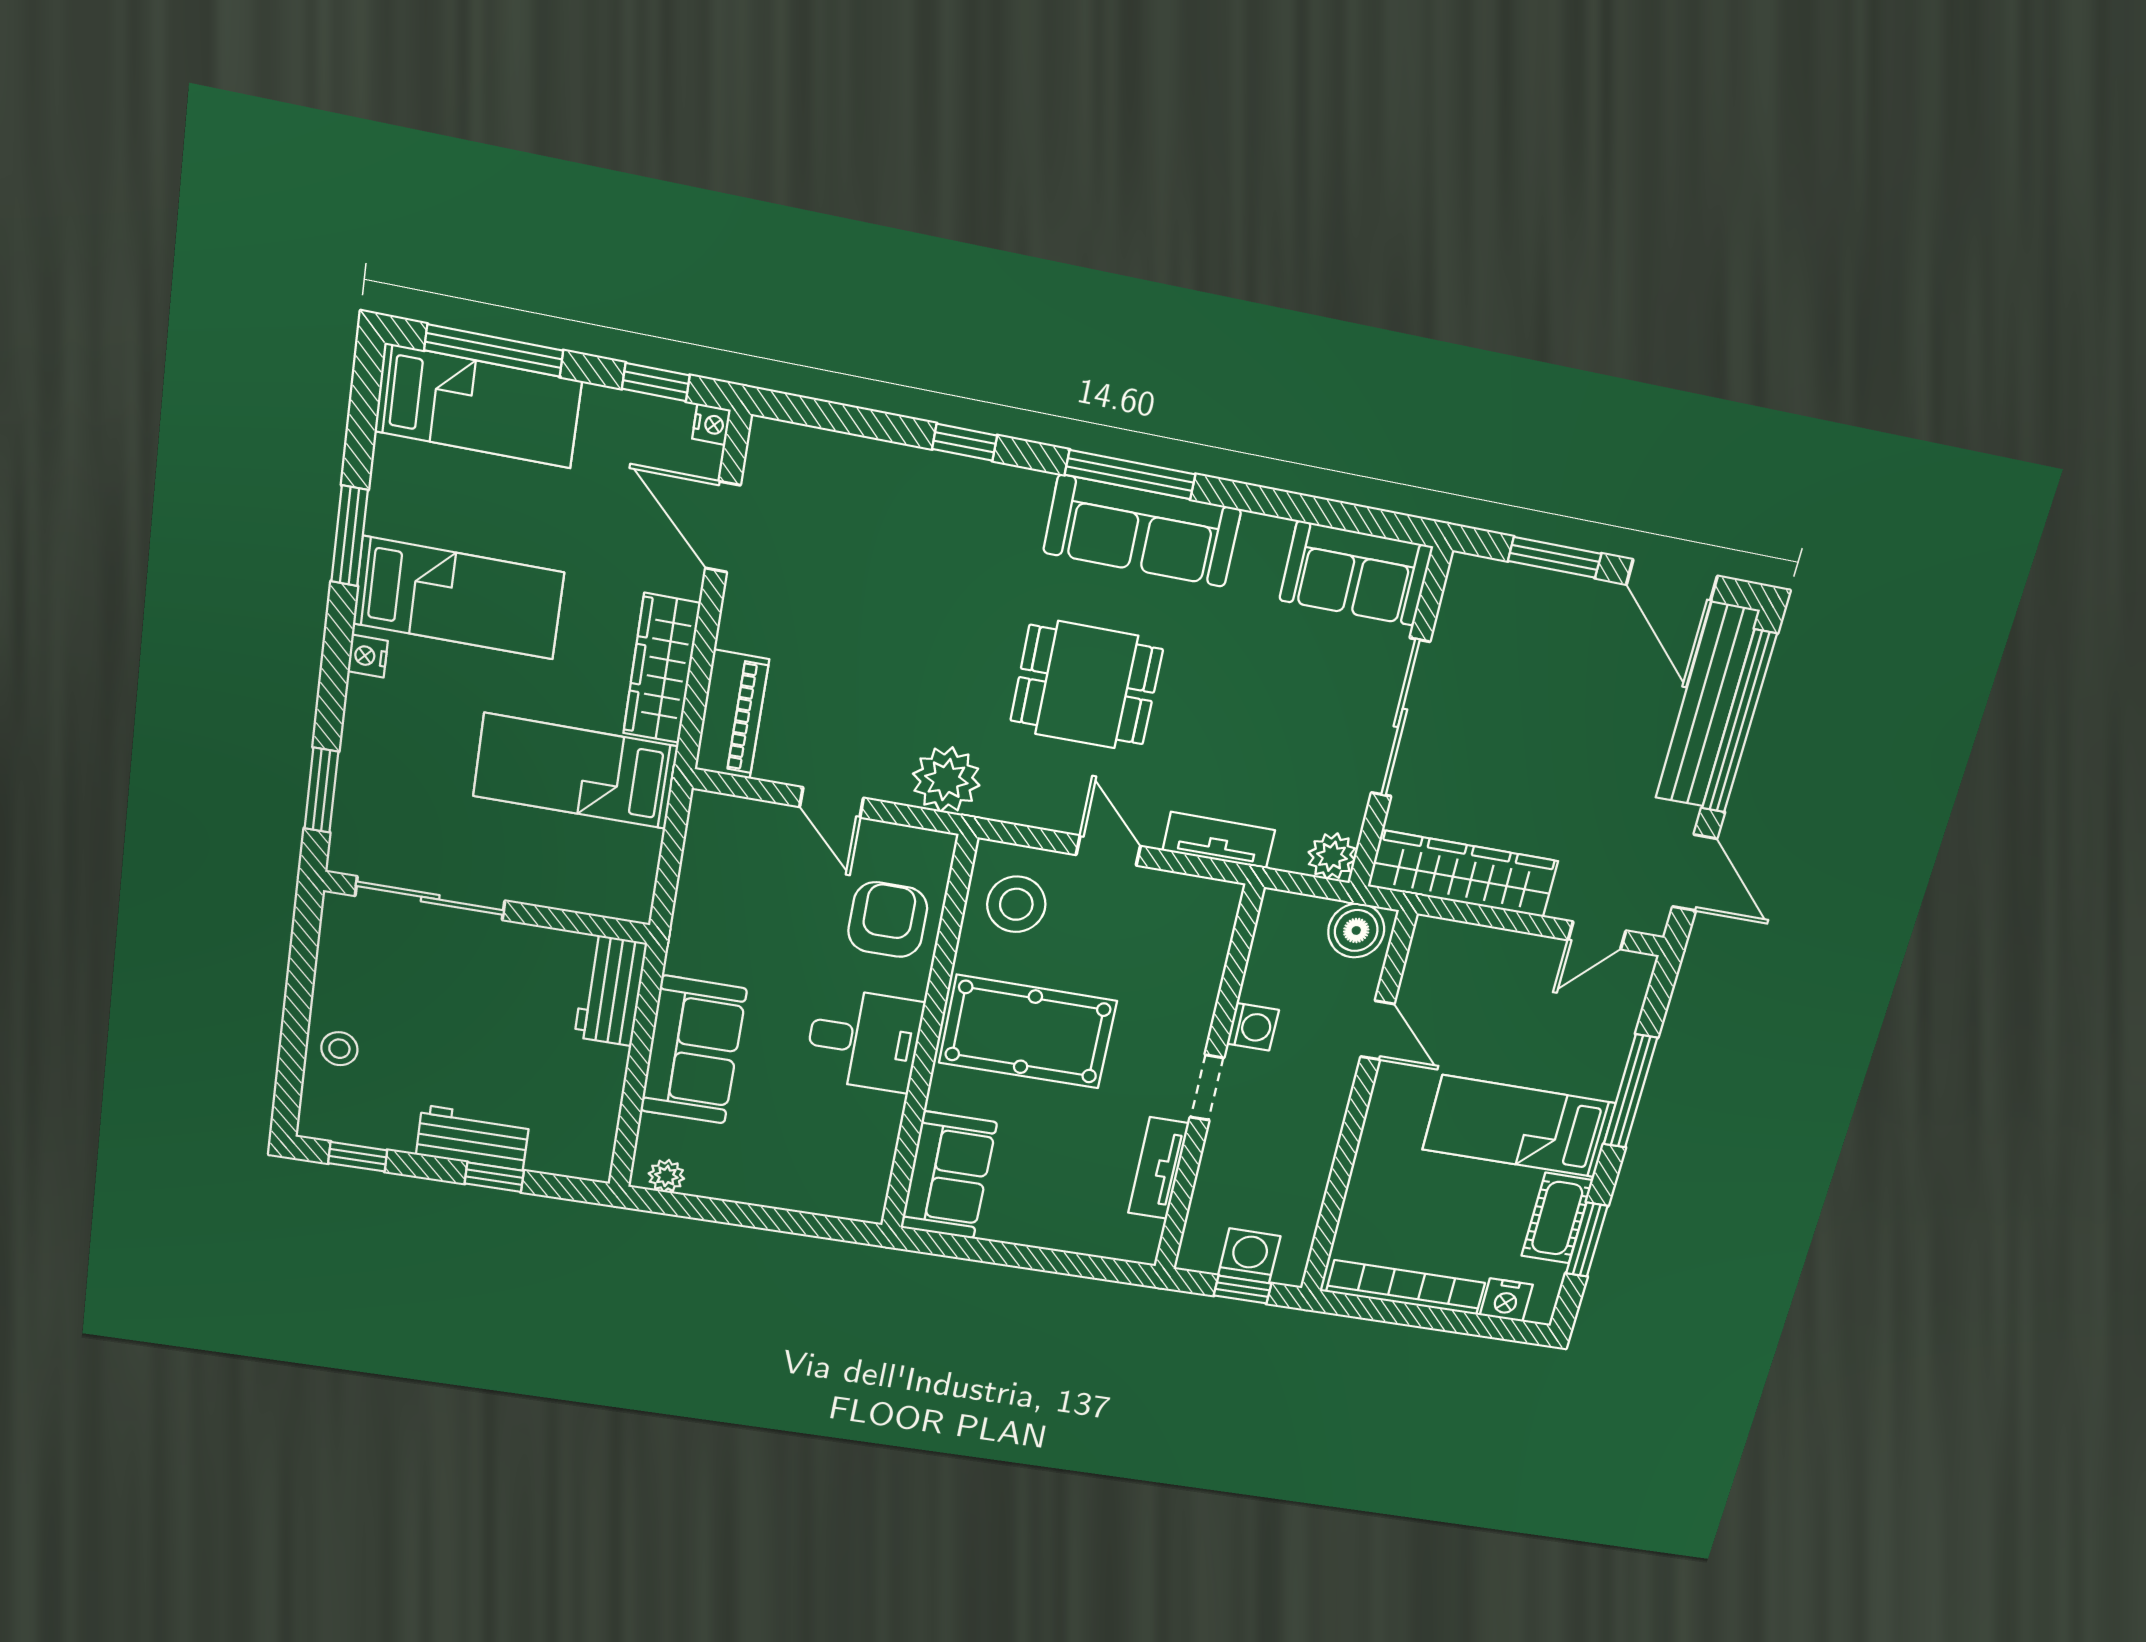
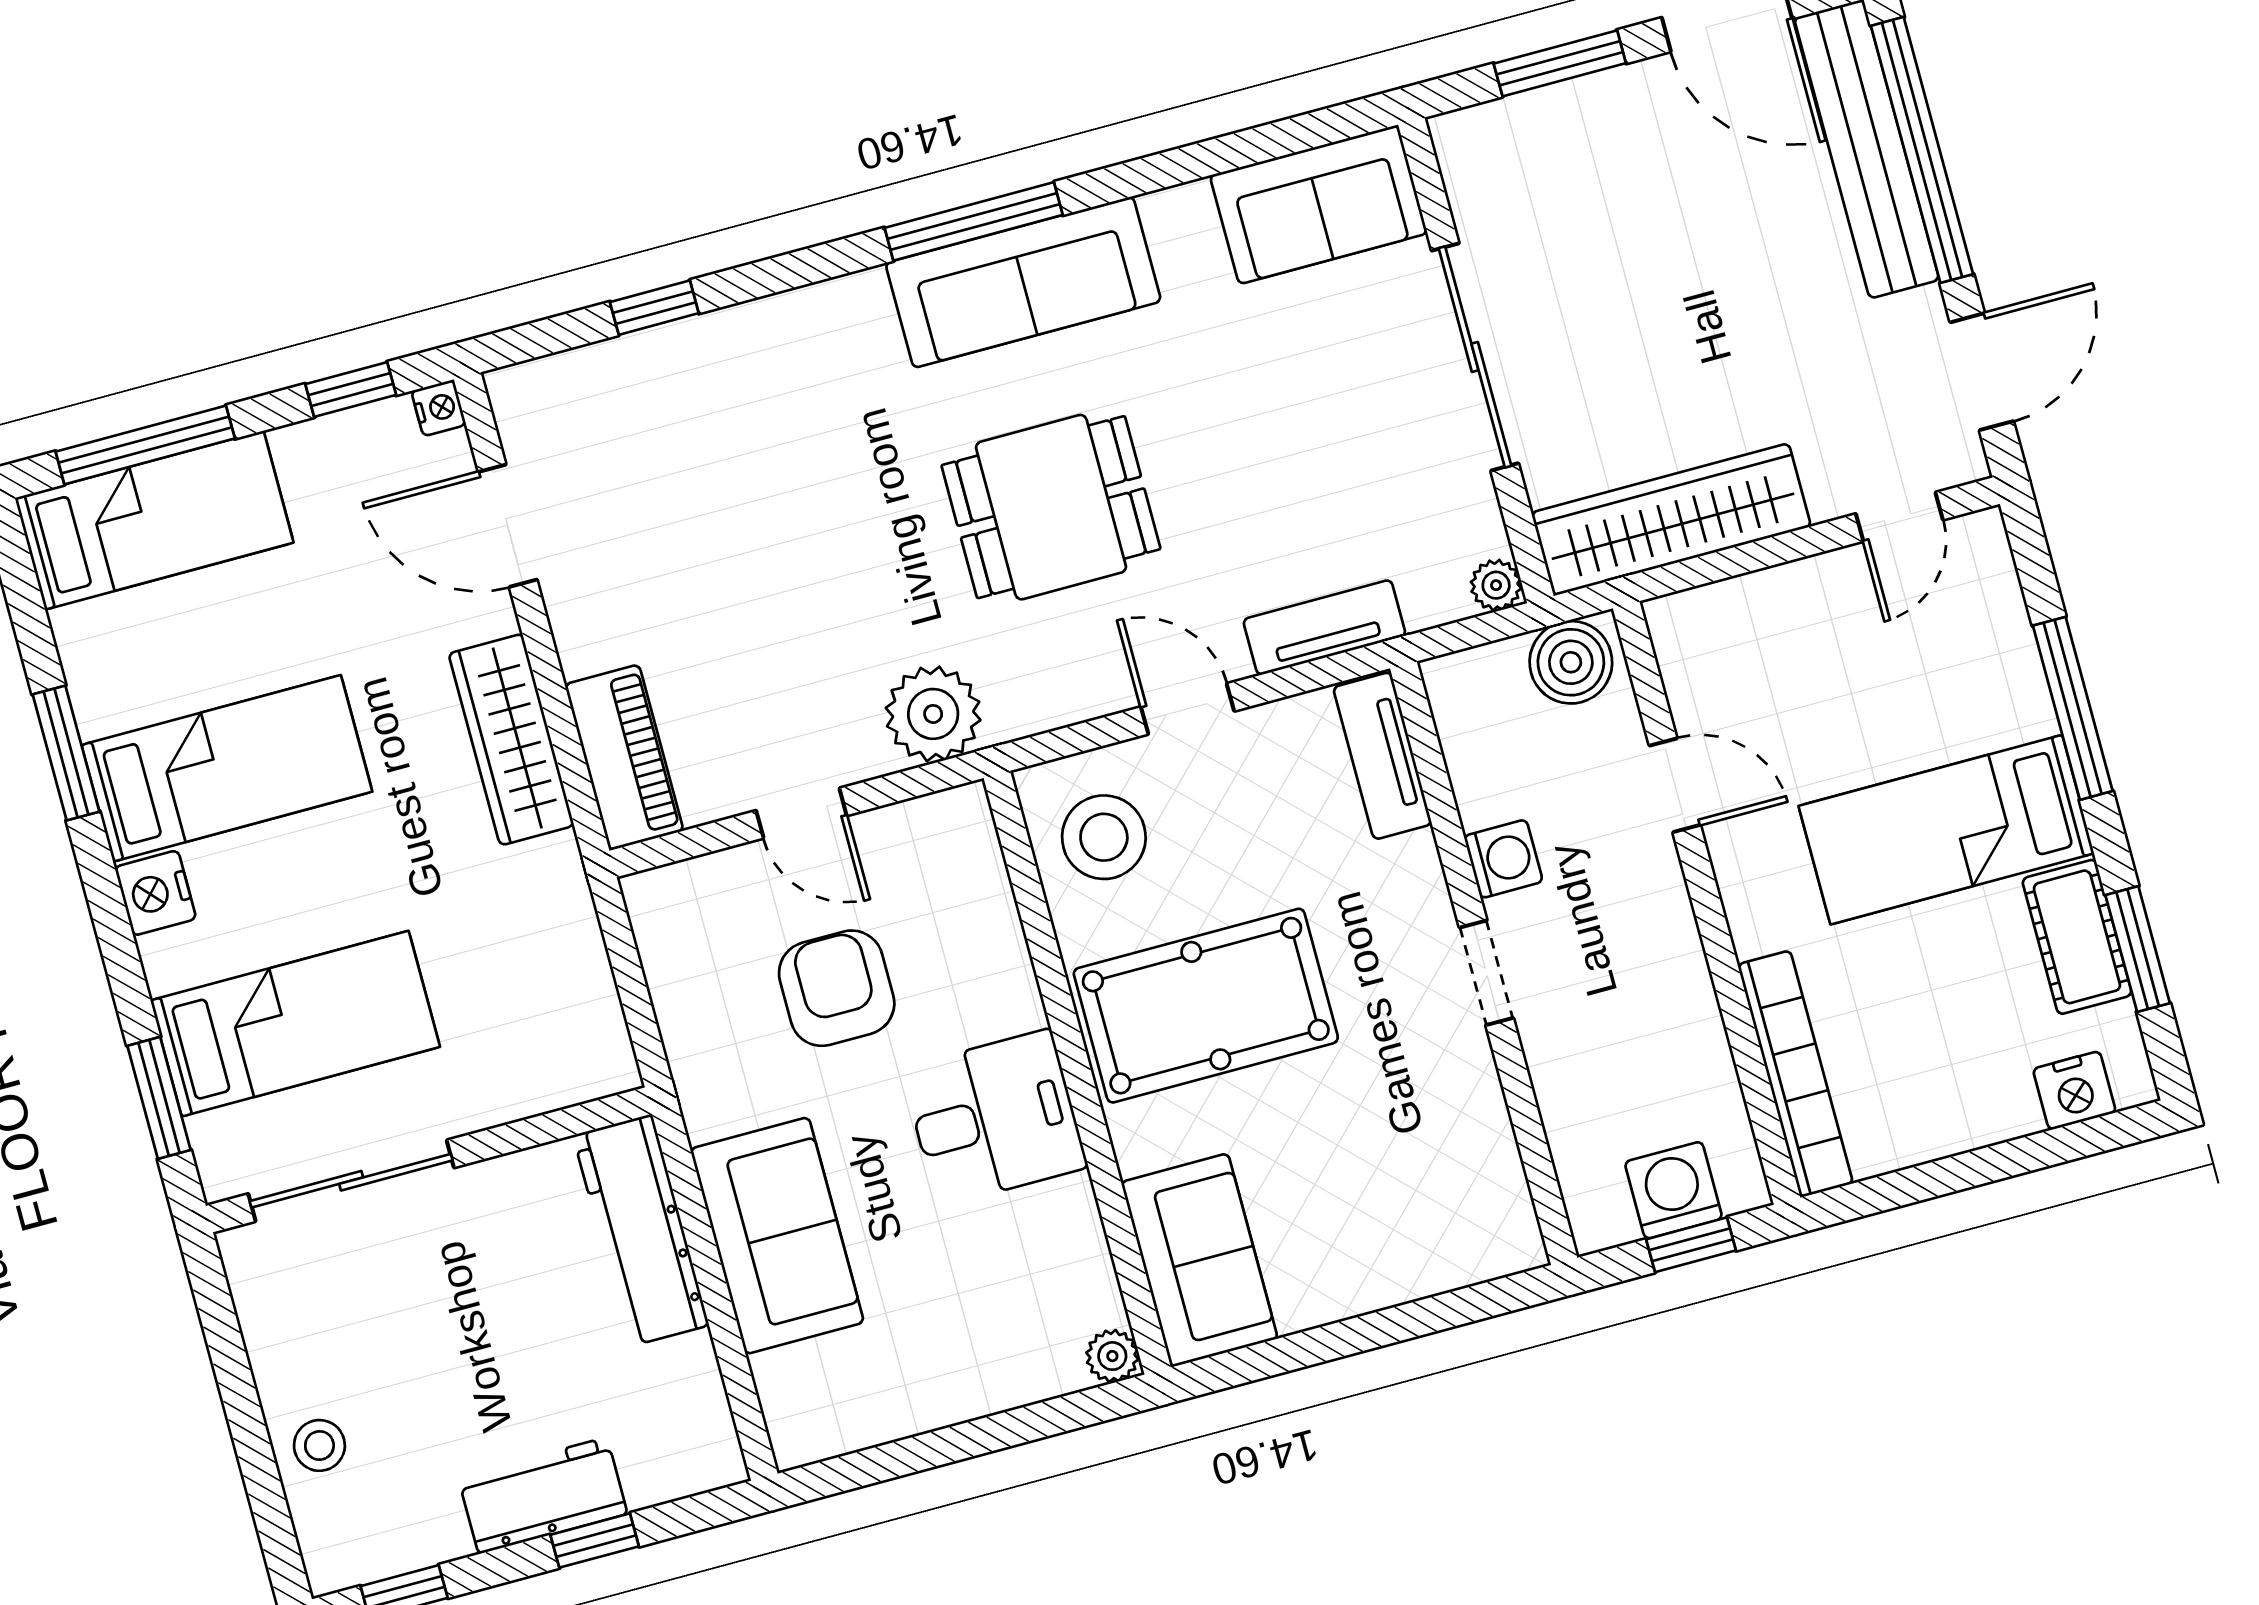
window: (965, 442) -> (654, 308), moved
nightstand: (368, 656) -> (155, 893), width x1.39, depth x1.35
bed: (576, 771) -> (295, 1024), moved, turned 180
plant: (1332, 856) -> (1496, 585), width x0.73, depth x0.73
door: (1695, 873) -> (1982, 372), hinge flipped
armchair: (888, 920) -> (837, 988), moved
workbench: (611, 990) -> (641, 1230), width x1.38
tv unit: (1159, 1168) -> (1382, 756), moved
plant: (666, 1176) -> (1112, 1356), moved
bookcase: (1406, 1287) -> (1795, 1074), moved, turned 90

